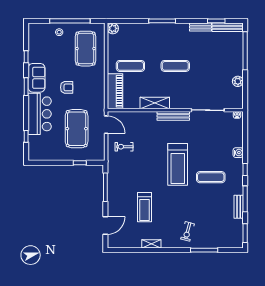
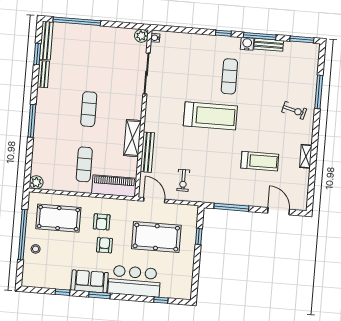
plant: (238, 81) -> (141, 36), moved
armchair: (85, 84) -> (102, 222), added
bench: (173, 116) -> (147, 152), moved
door: (106, 125) -> (154, 200), hinge flipped
water cooler: (238, 153) -> (247, 44), moved

